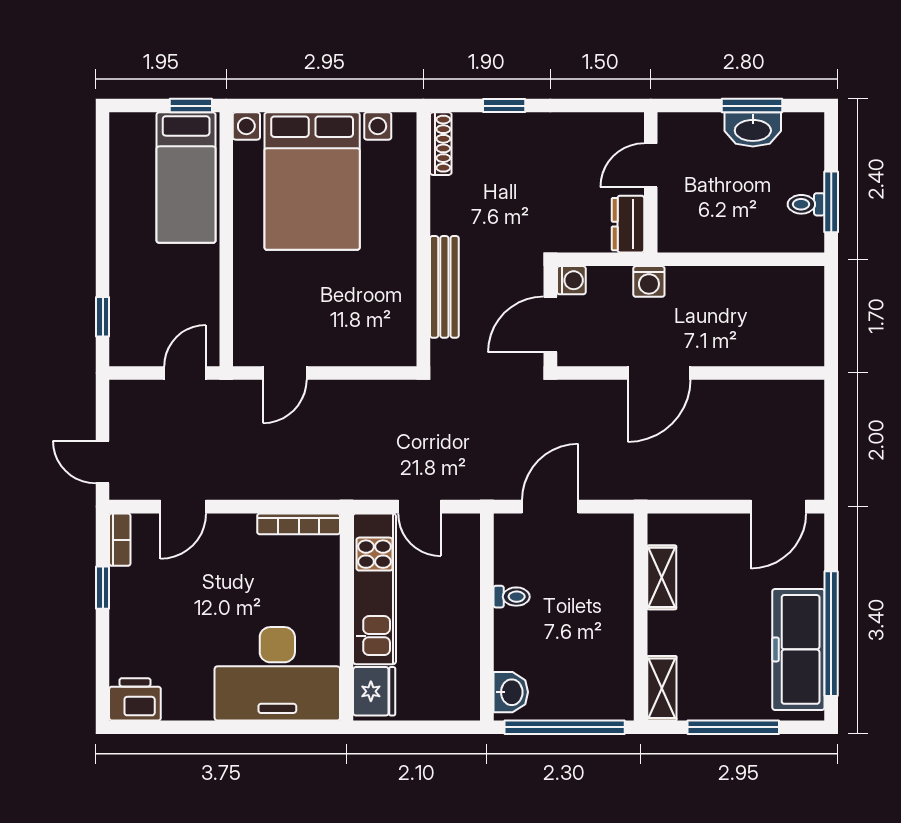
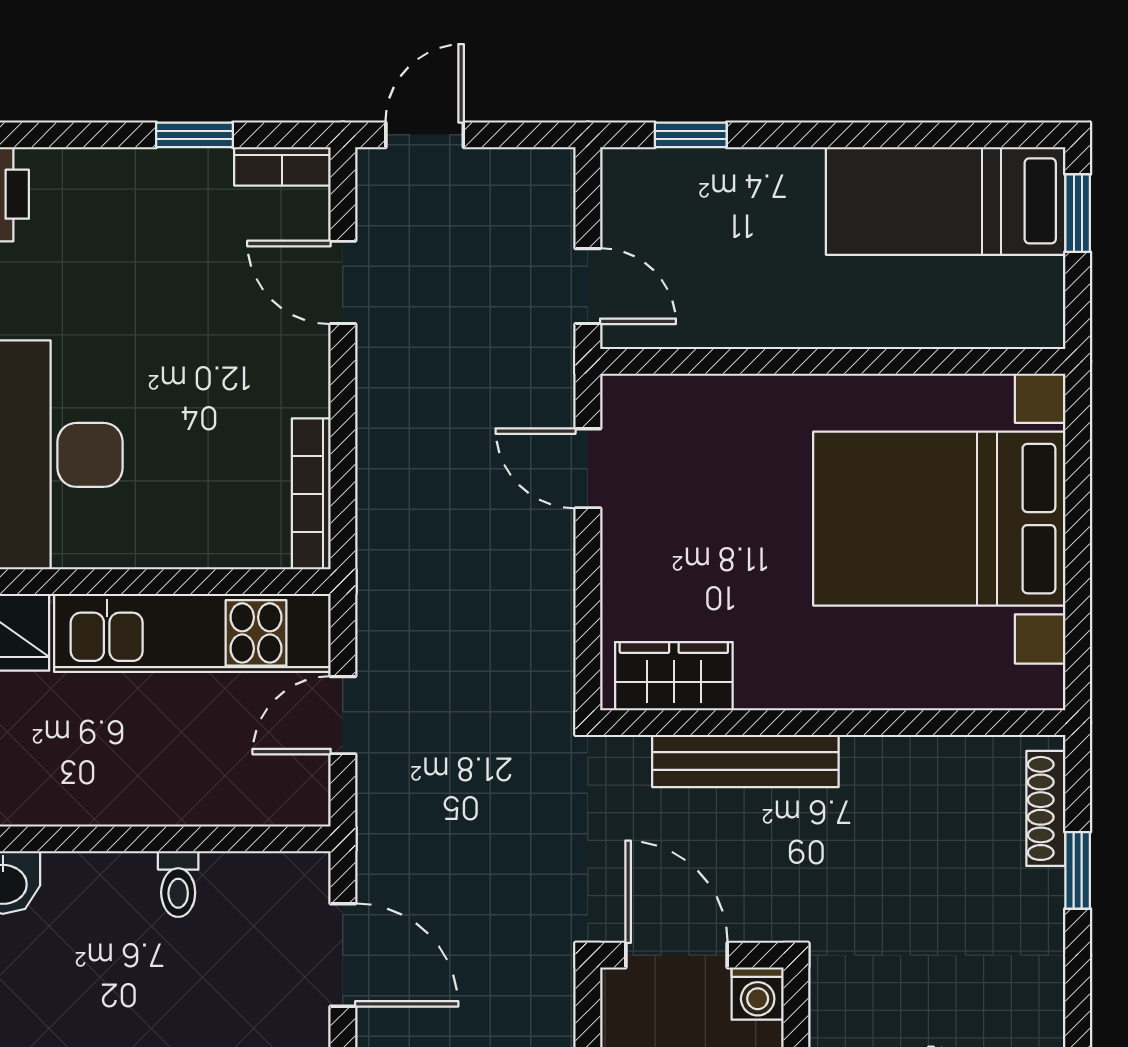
window: (191, 106) -> (1078, 213), moved
shoe rack: (441, 144) -> (1046, 808), moved, turned 90
bed: (186, 178) -> (946, 201), moved
wardrobe: (398, 326) -> (674, 676), added

